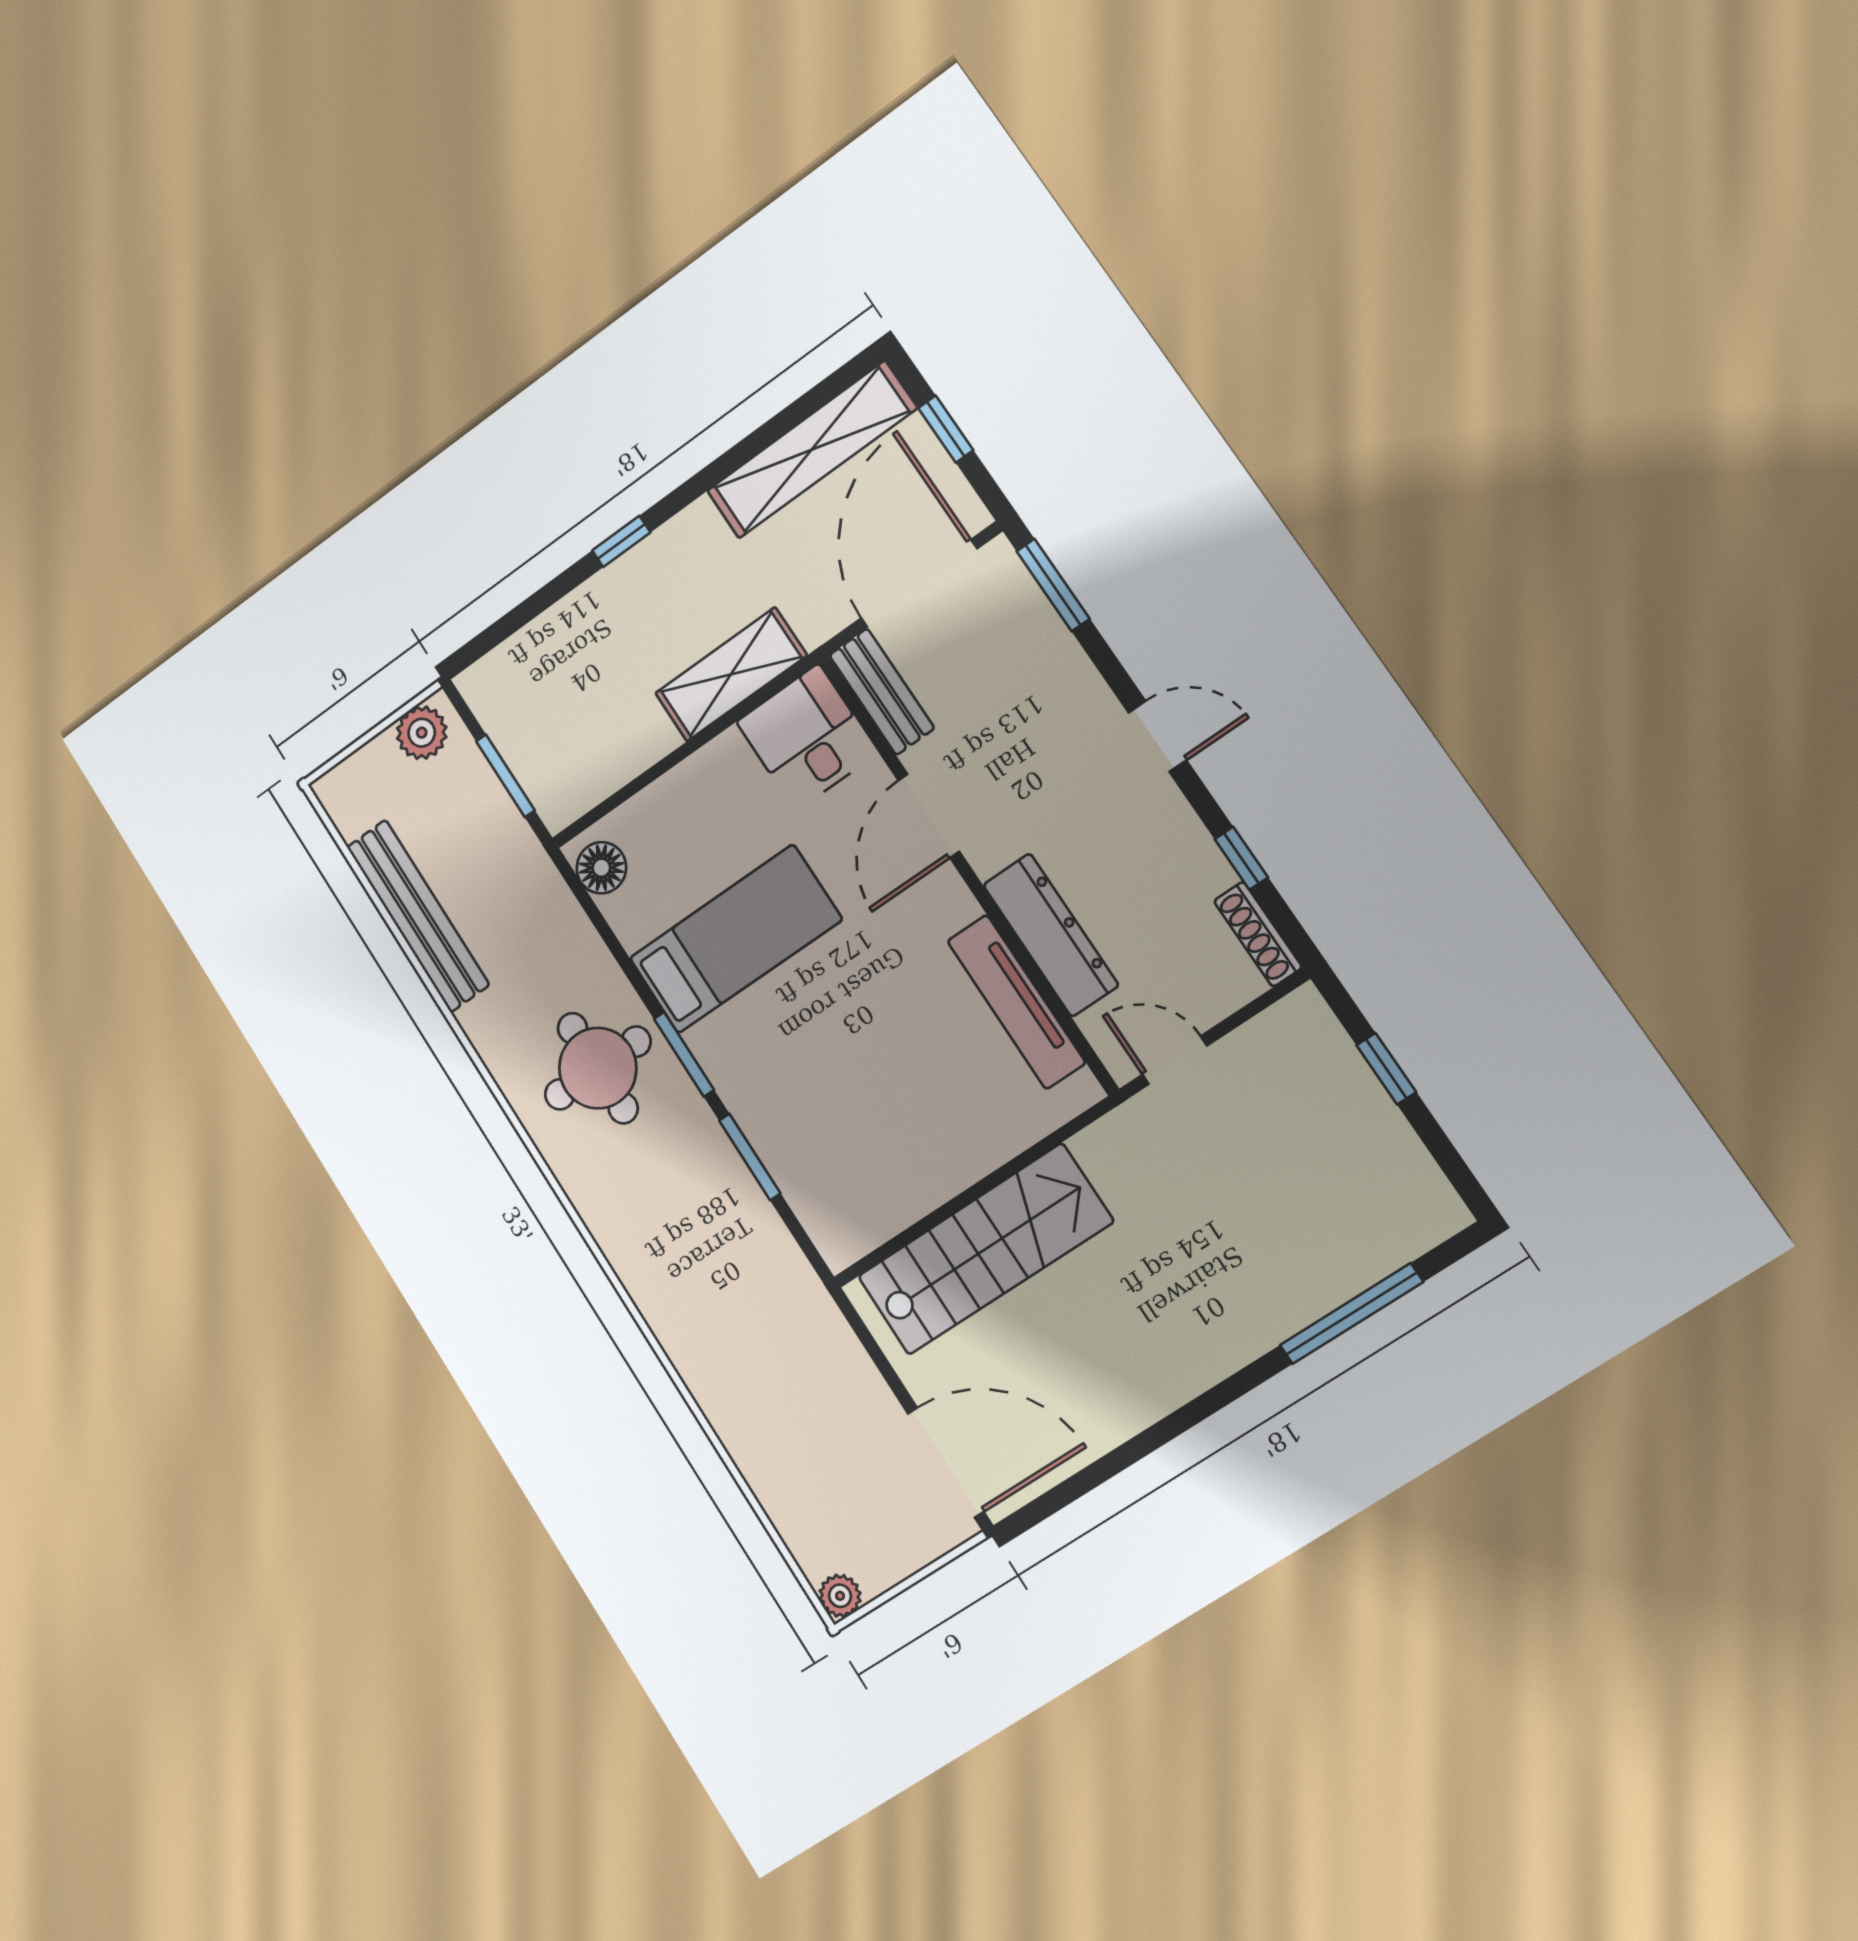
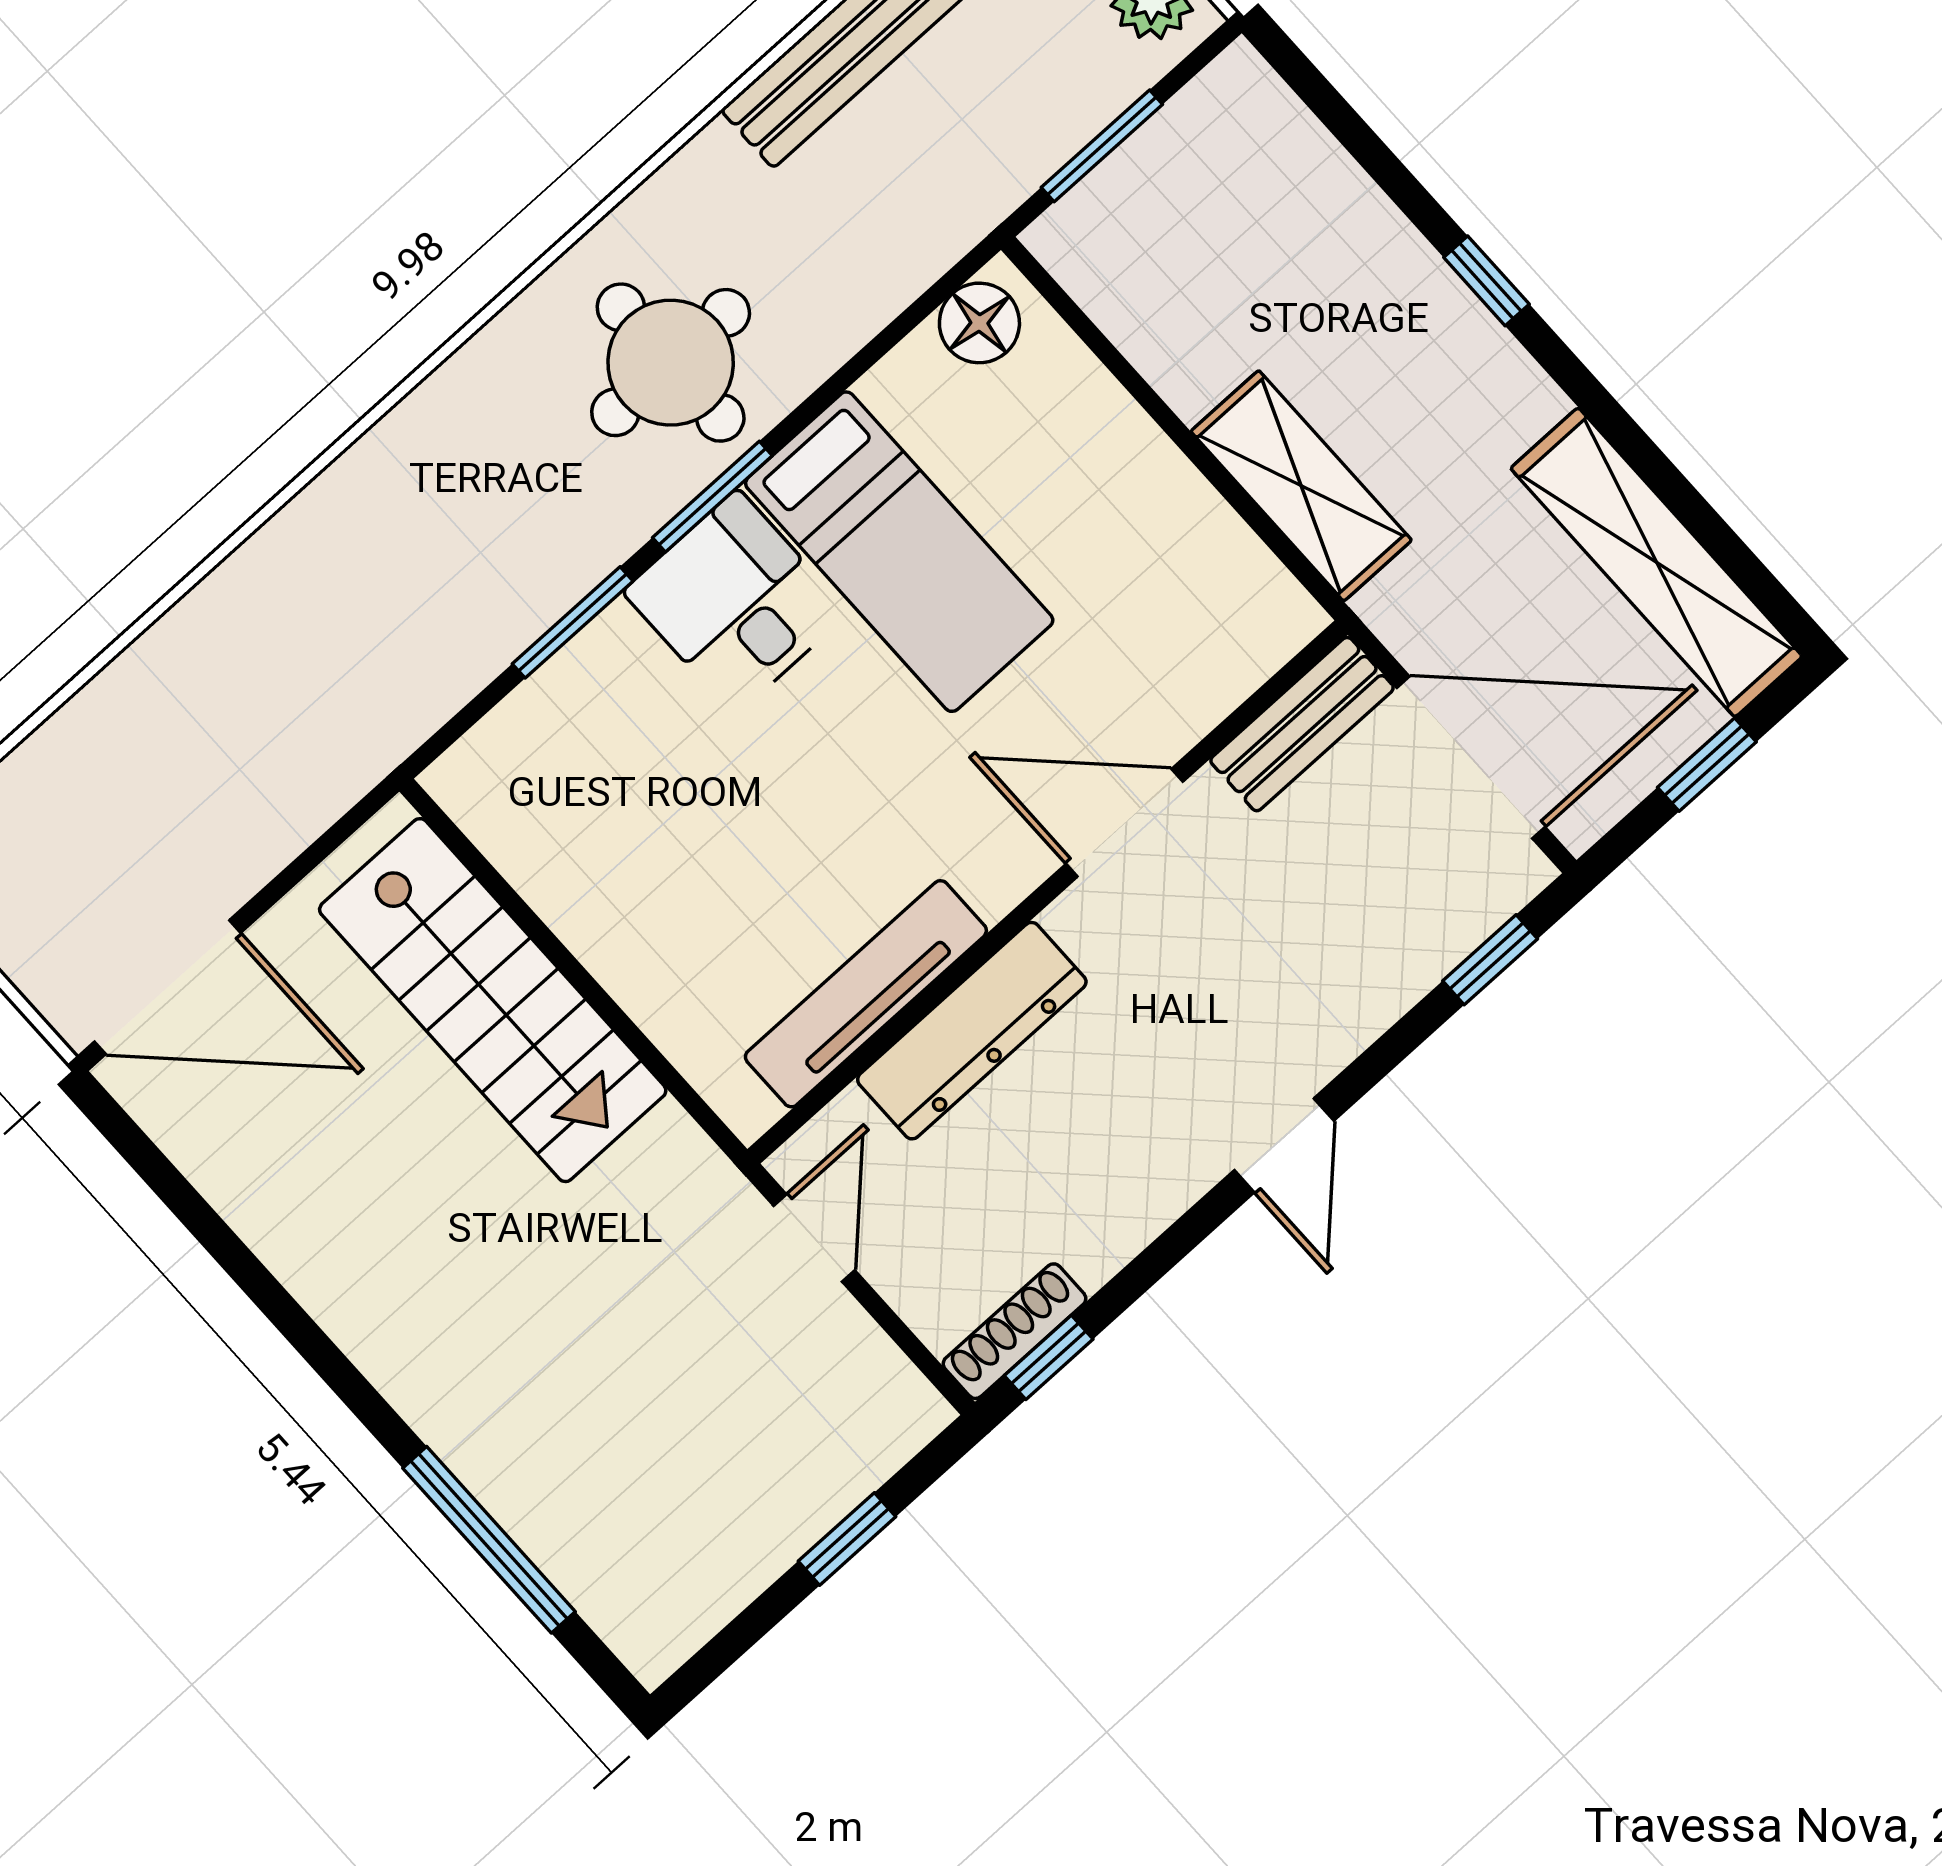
window: (1053, 585) -> (1490, 960), width x0.67
desk: (807, 737) -> (736, 602), moved, turned -90
window: (1241, 858) -> (1049, 1357), moved
door: (946, 1463) -> (168, 987), hinge flipped

